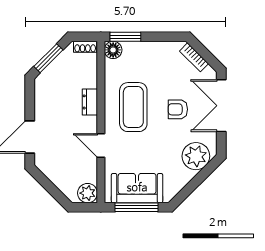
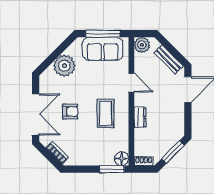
coffee table: (133, 107) -> (106, 113), width x0.73, depth x0.76
plant: (196, 156) -> (64, 66), moved
bench: (54, 175) -> (169, 59), added

